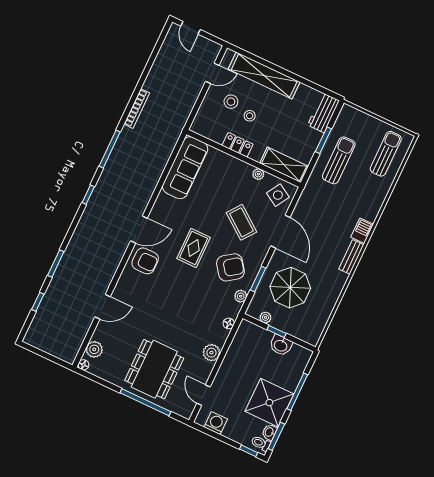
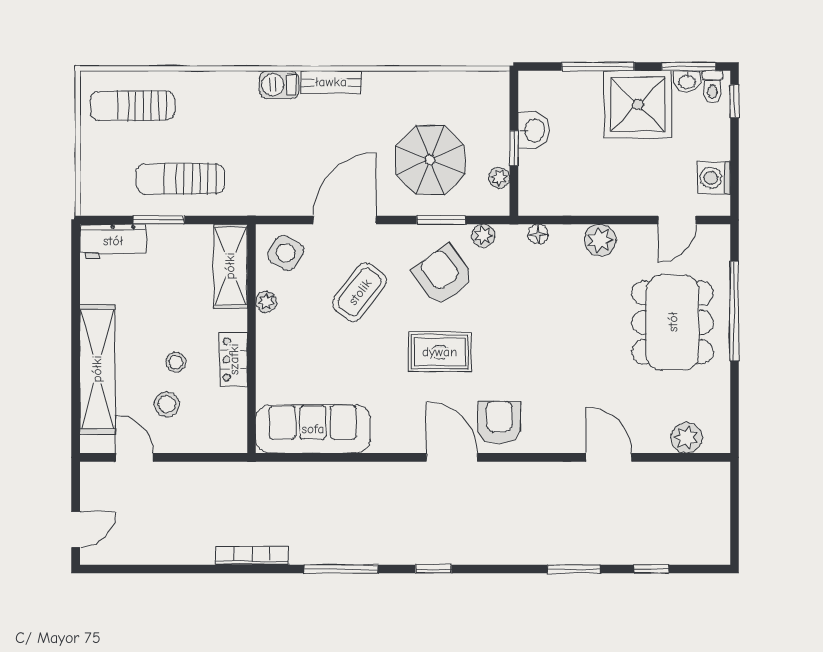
floor lamp: (84, 365) -> (721, 444), removed
dining table: (154, 369) -> (673, 322), turned 90

